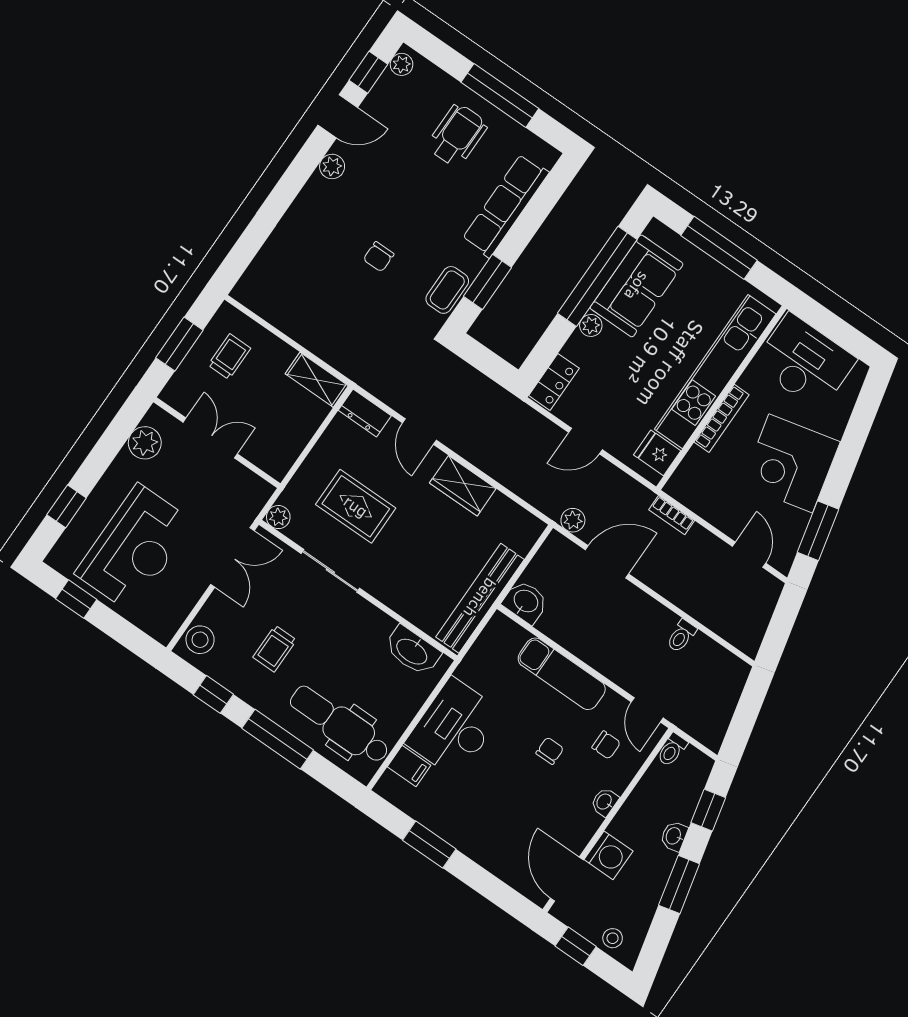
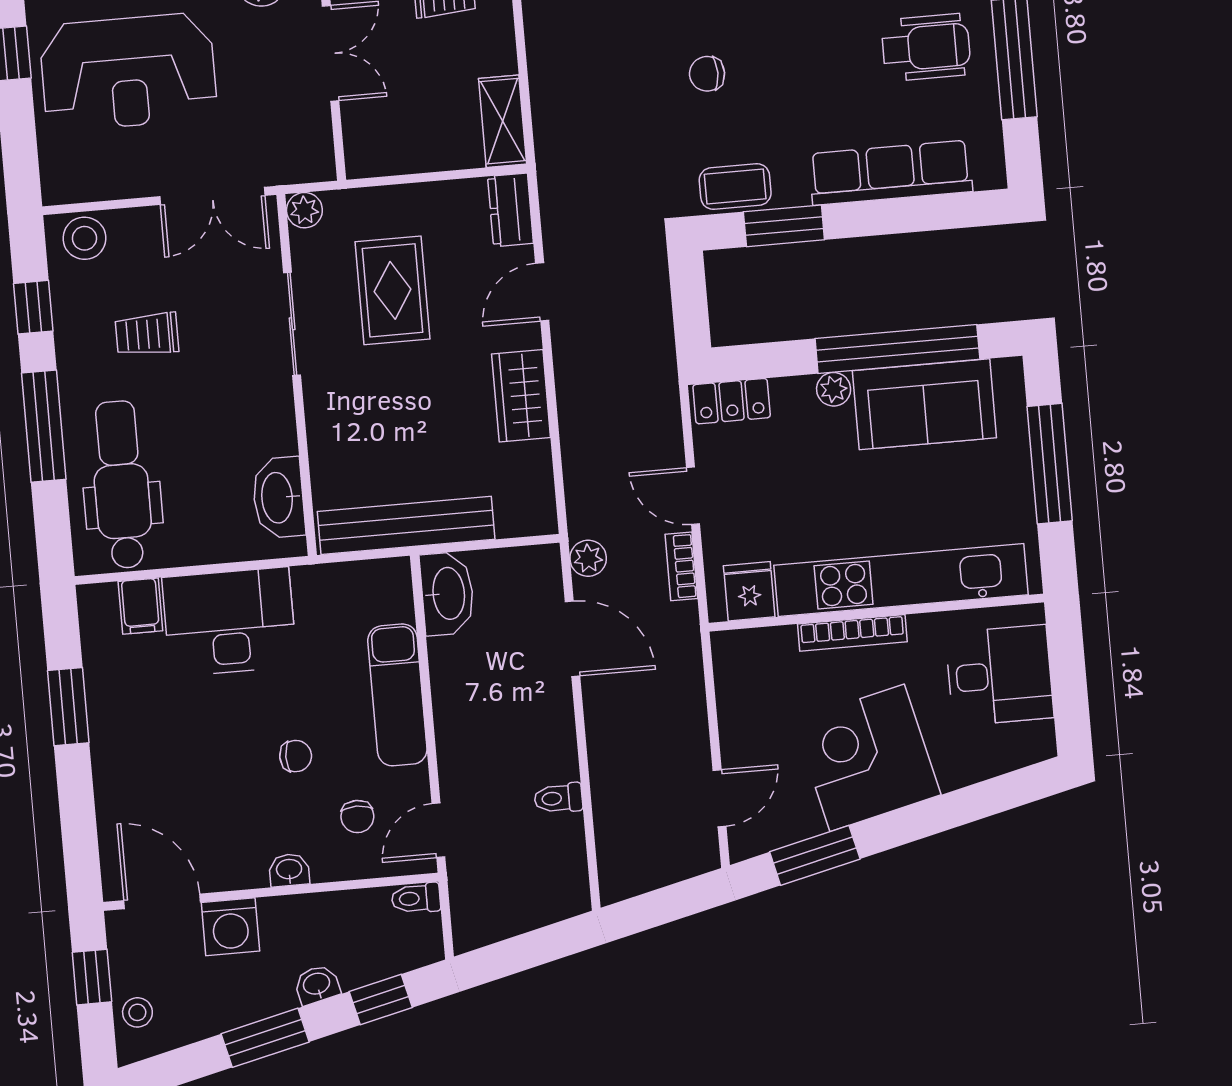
desk: (805, 362) -> (1000, 675), width x0.73
bookcase: (672, 515) -> (681, 566), moved
washbasin: (525, 602) -> (447, 594), width x1.38
door: (567, 879) -> (162, 901), hinge flipped

